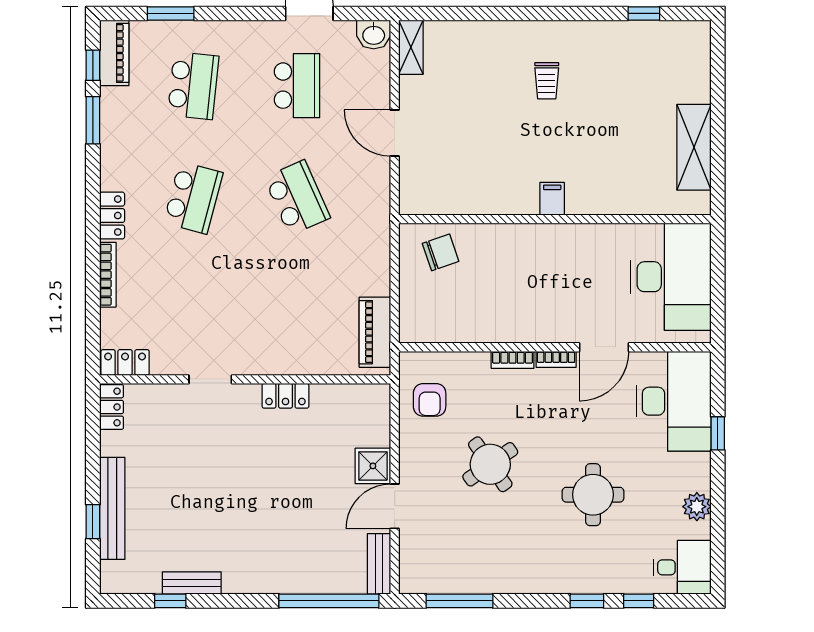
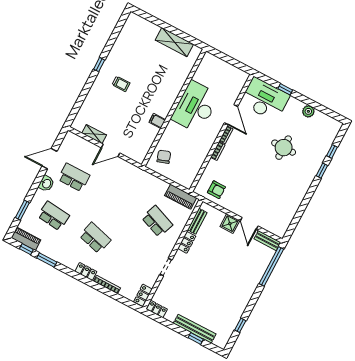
window: (644, 13) -> (99, 65), moved
washbasin: (374, 34) -> (46, 184), moved
shelving: (411, 47) -> (94, 134), moved
school desk: (297, 198) -> (157, 221), moved, turned 45
filing cabinet: (552, 199) -> (157, 121), moved
desk: (671, 277) -> (195, 107), moved, turned -90
round table: (490, 464) -> (252, 180), removed
desk: (682, 567) -> (328, 129), removed
bench: (192, 583) -> (197, 221), moved
window: (460, 601) -> (297, 218), removed

